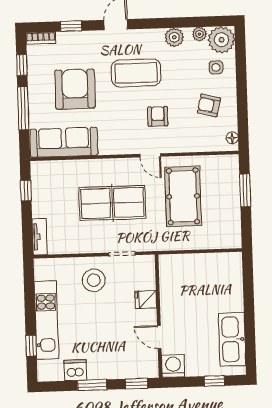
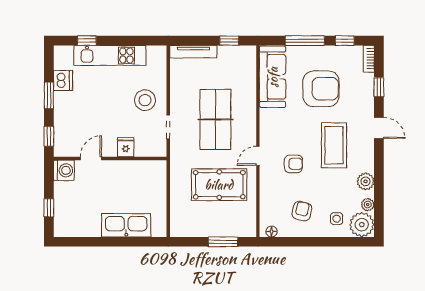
tv unit: (40, 237) -> (193, 52), width x1.41
kitchen sink: (232, 339) -> (126, 225), moved

